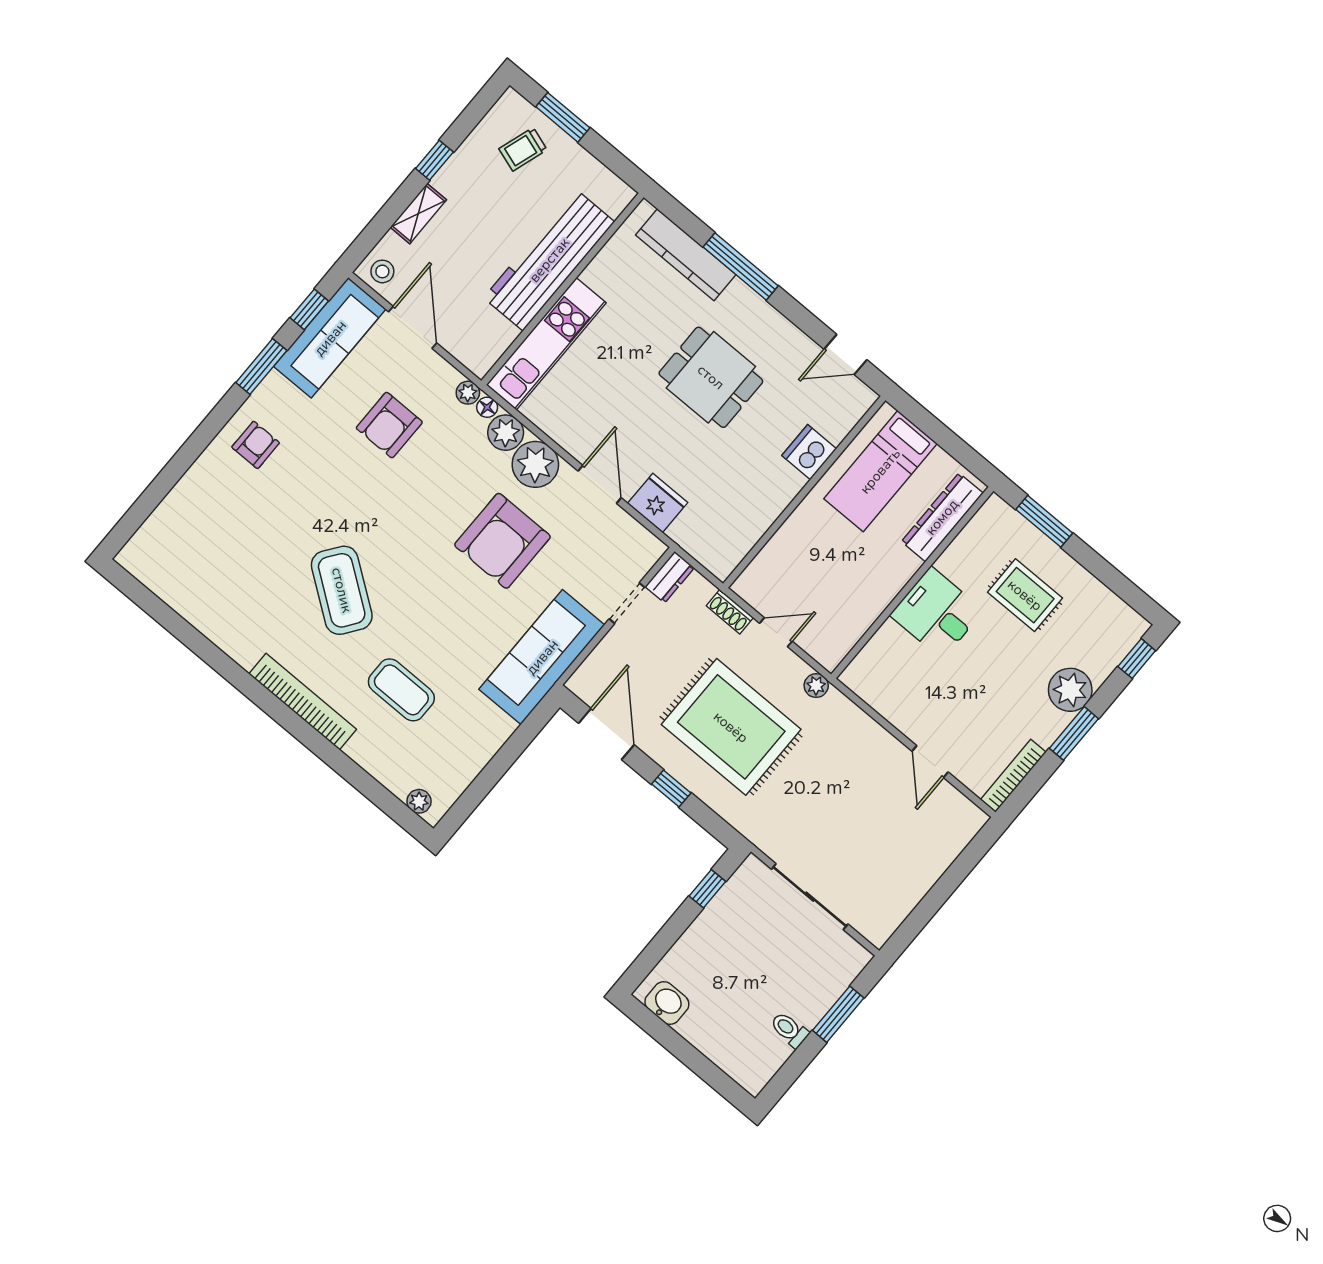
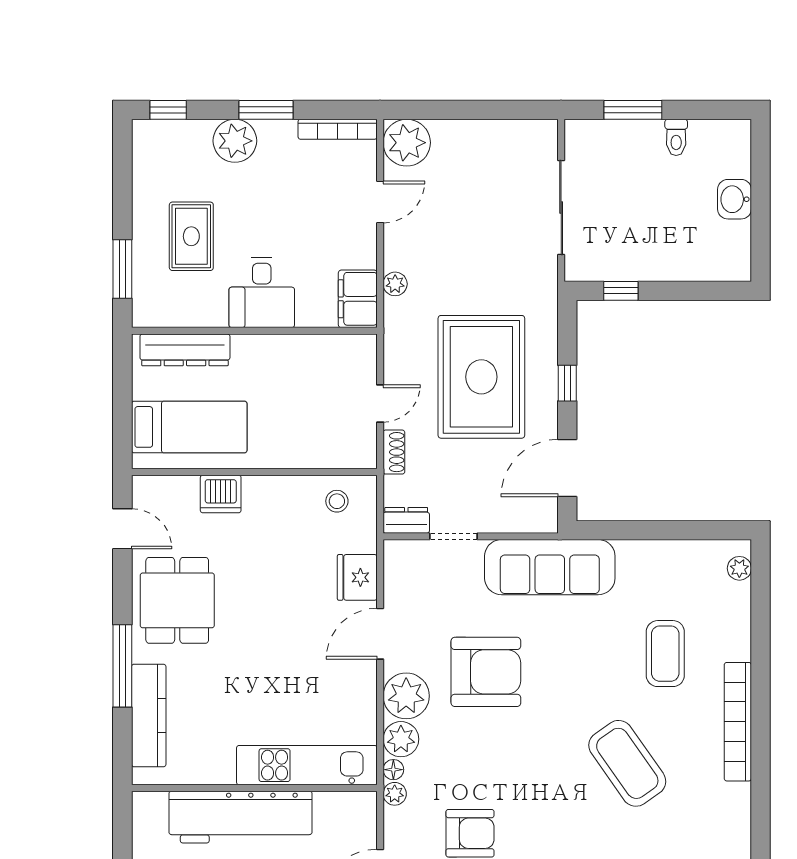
dining table: (711, 377) -> (177, 600), moved
stool: (729, 536) -> (337, 501), added
coffee table: (342, 590) -> (627, 763), turned -71
door: (776, 632) -> (380, 403), swing flipped
filing cabinet: (870, 682) -> (358, 299), added
plant: (816, 686) -> (395, 284), moved
plant: (958, 820) -> (407, 143), added
washbasin: (667, 1003) -> (735, 199), moved

